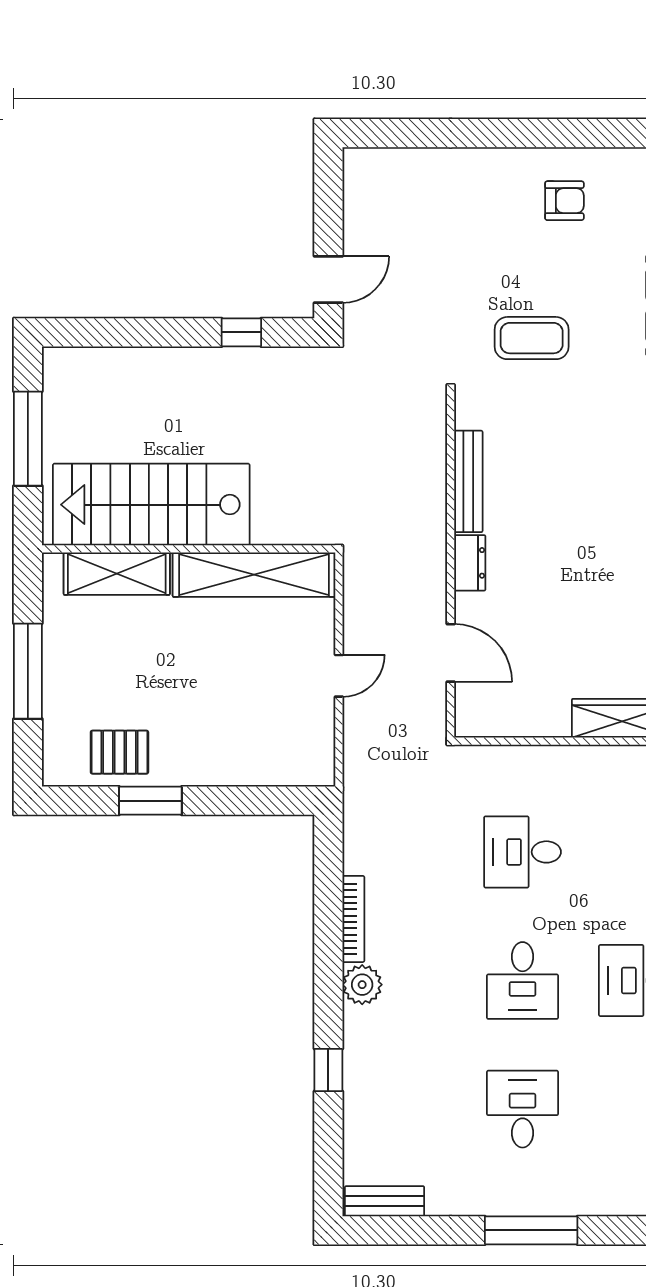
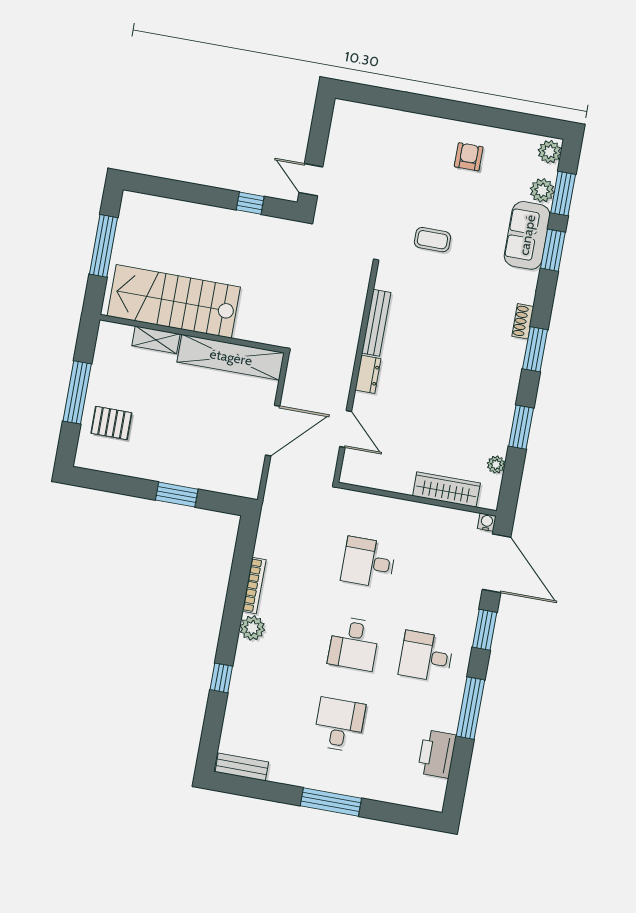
armchair: (564, 201) -> (469, 157), turned -90
door: (328, 280) -> (311, 180), swing flipped
coffee table: (532, 338) -> (432, 240), width x0.73, depth x0.77
shelving: (117, 574) -> (156, 340), width x0.67, depth x0.75
door: (339, 676) -> (273, 431), width x1.88
pallet: (119, 752) -> (111, 423), moved
window: (150, 801) -> (177, 495), moved

